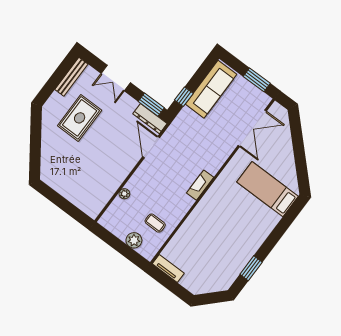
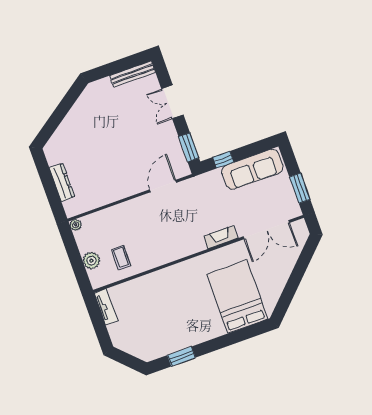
rug: (80, 118) -> (115, 116), removed
dresser: (150, 119) -> (62, 182), moved, turned 180
fireplace: (200, 185) -> (221, 237), moved
bed: (268, 189) -> (237, 297), width x1.50
plant: (124, 194) -> (76, 225), moved

